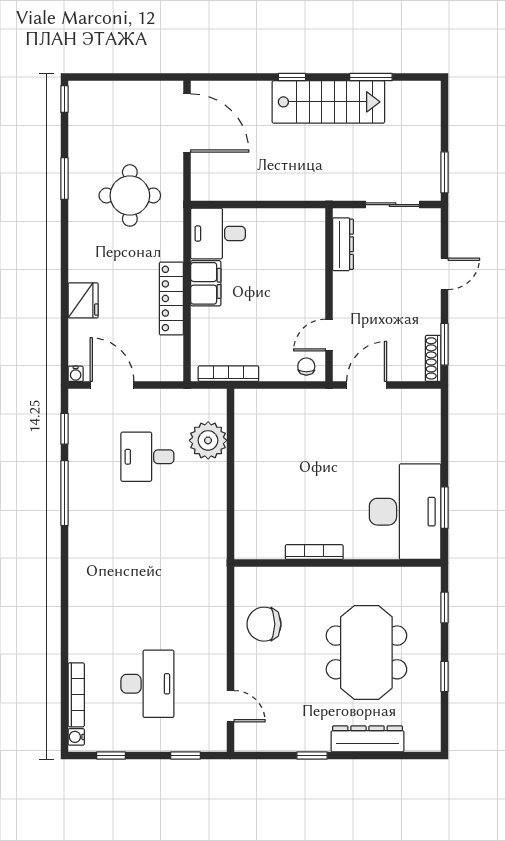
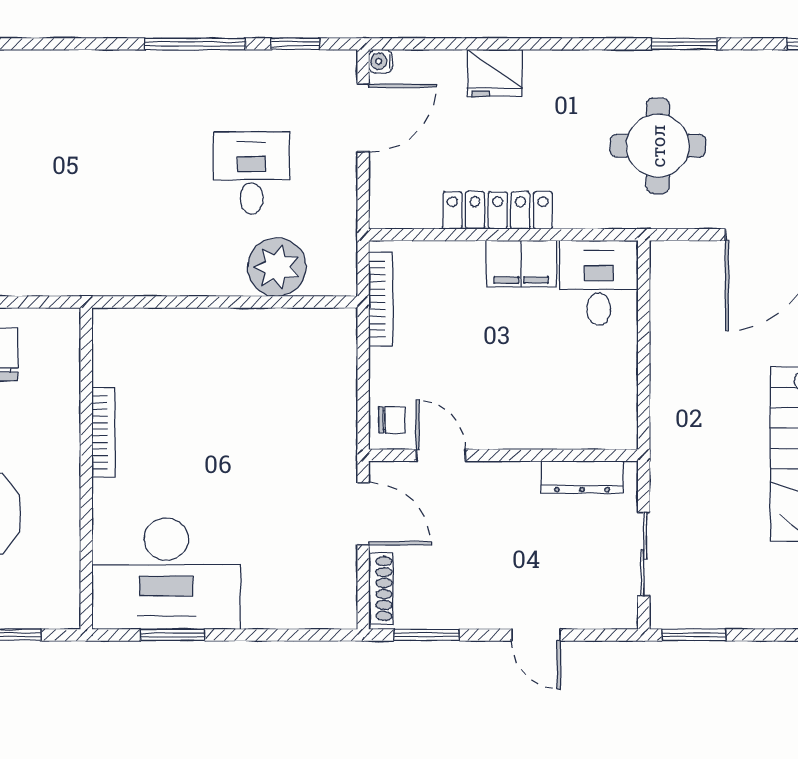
shoe rack: (433, 358) -> (381, 589), moved, turned 90

